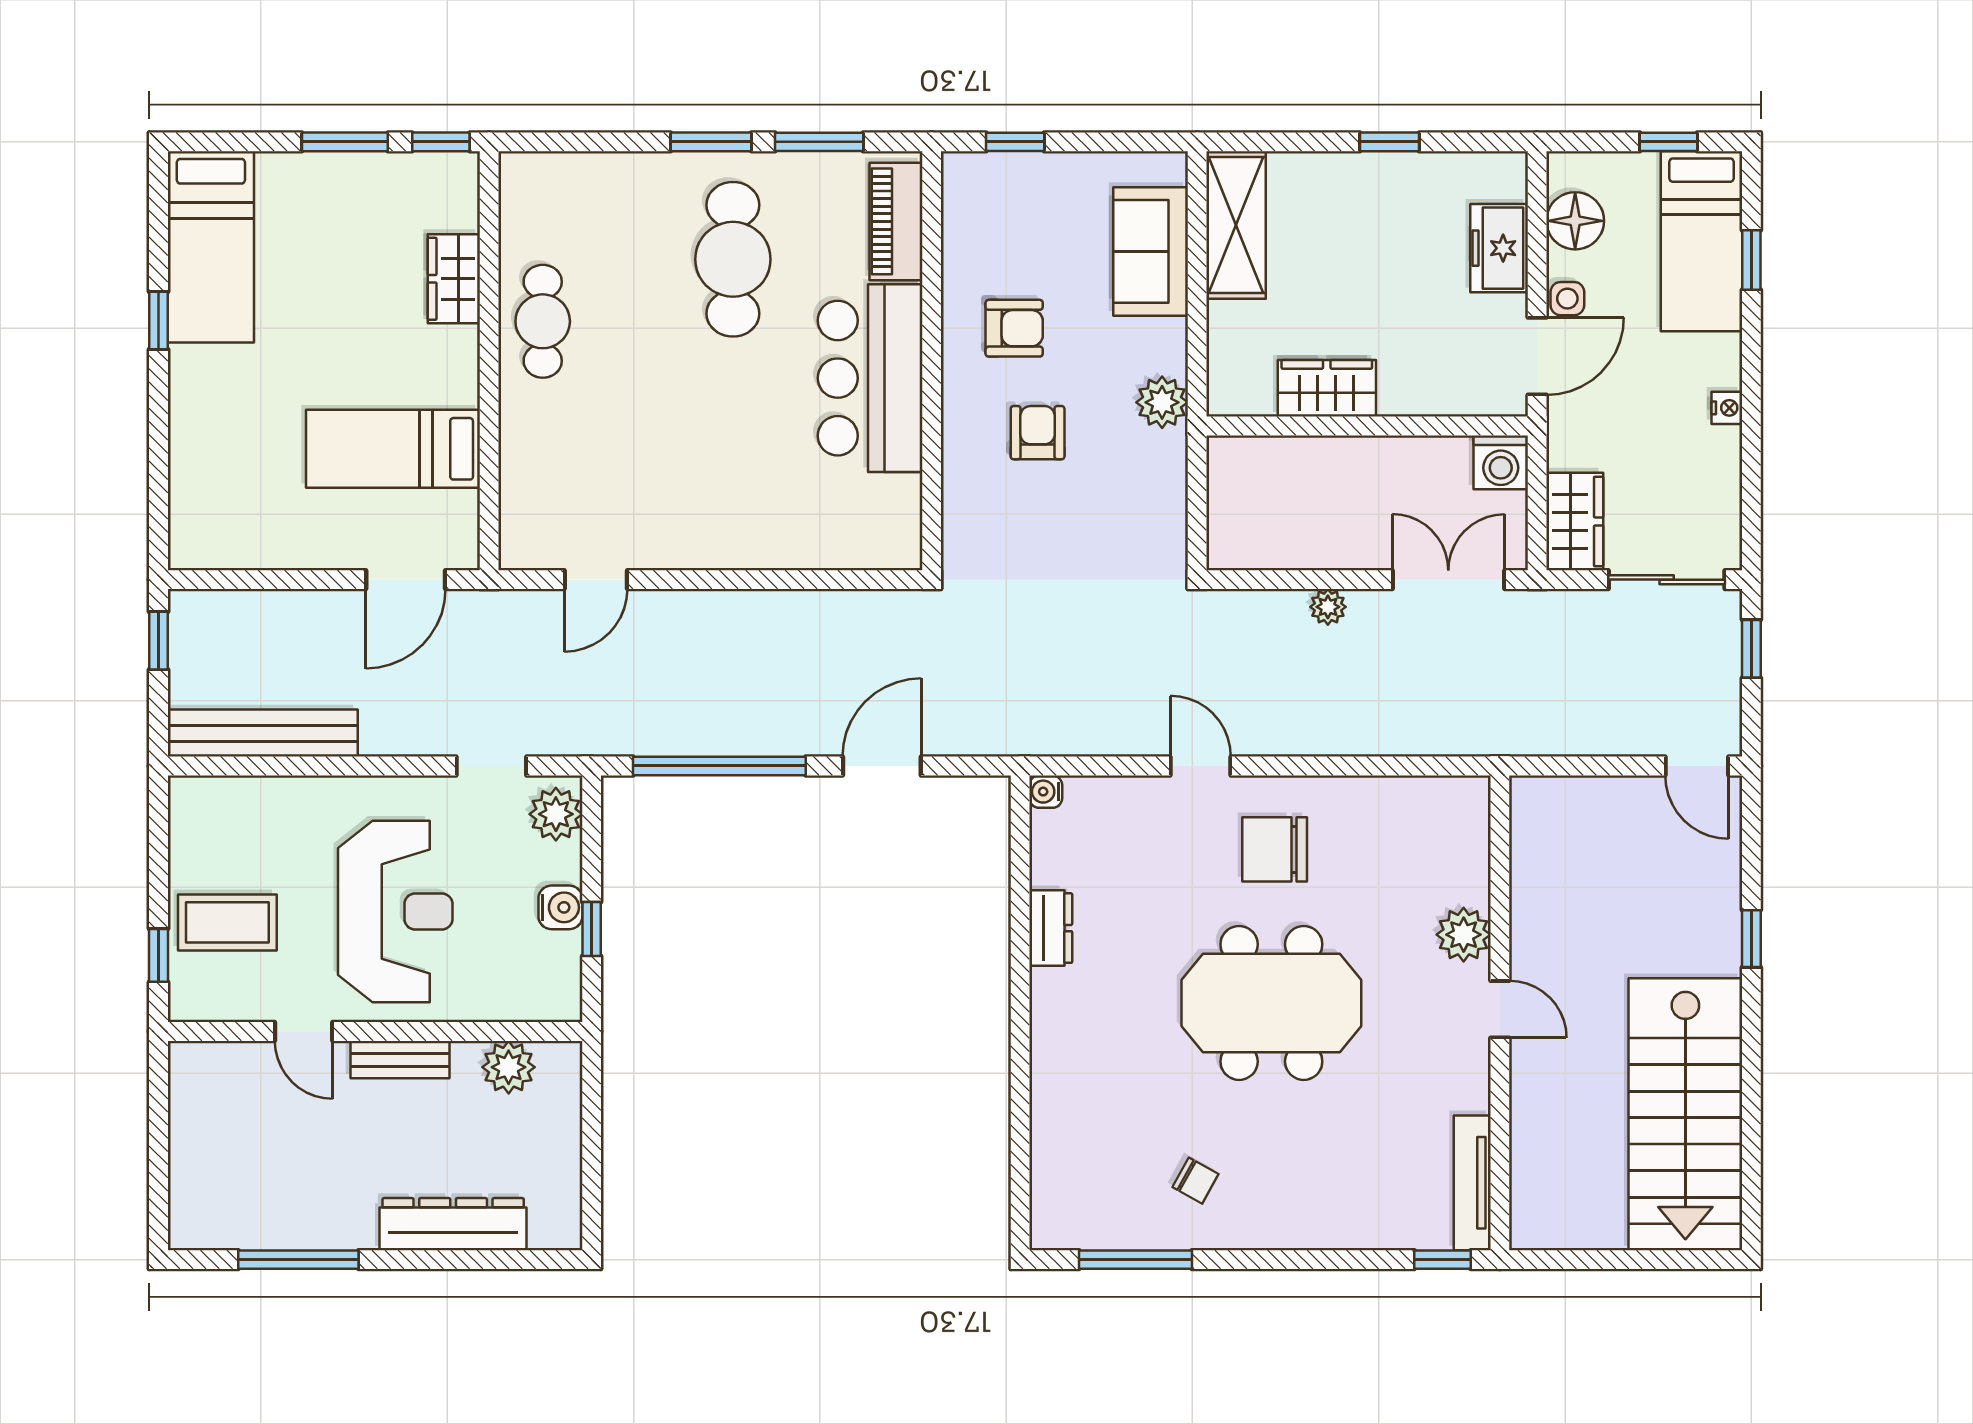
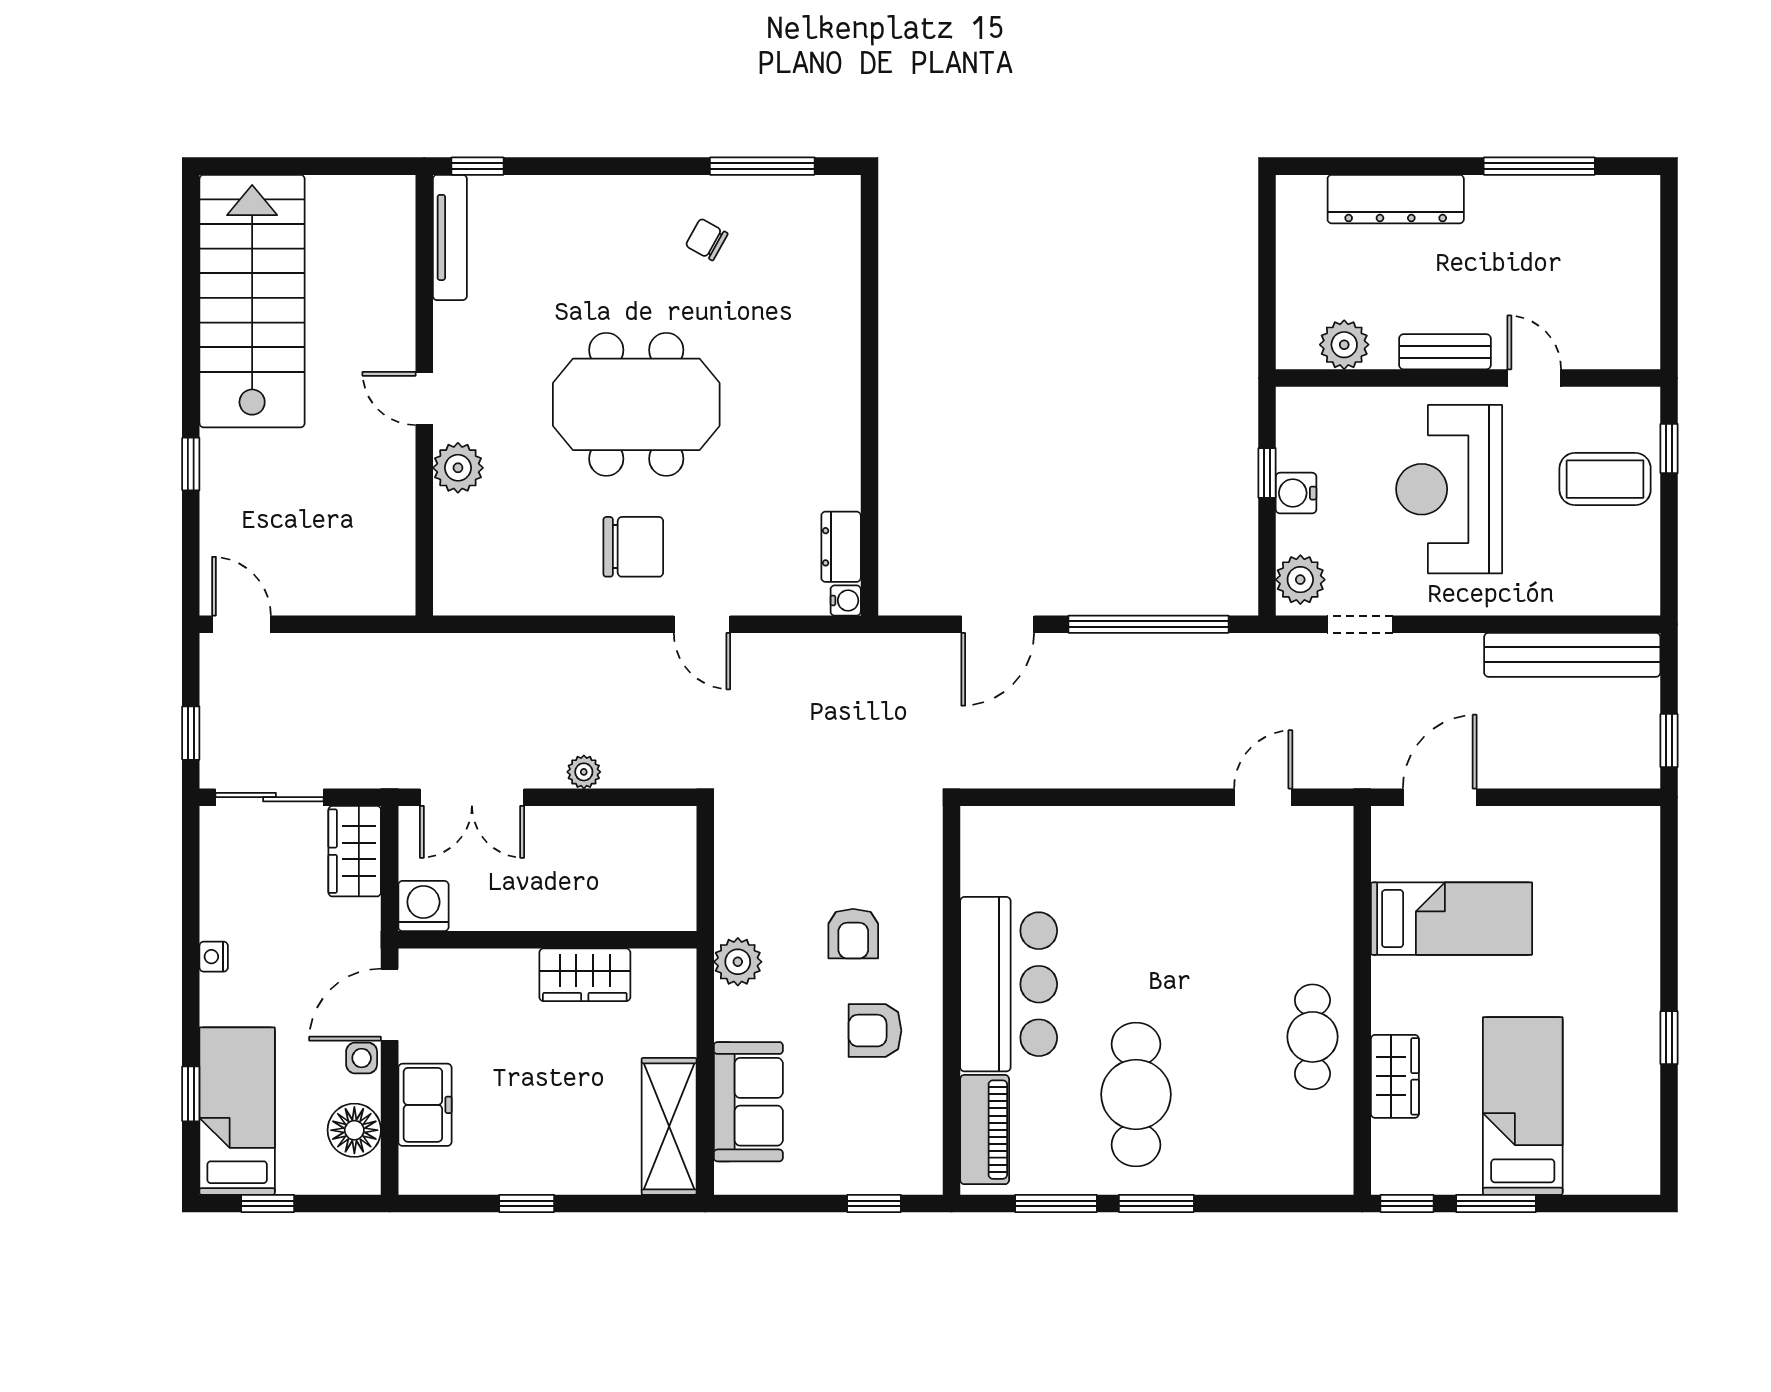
bed: (211, 247) -> (1523, 1106), moved
dresser: (1051, 928) -> (841, 547), moved

